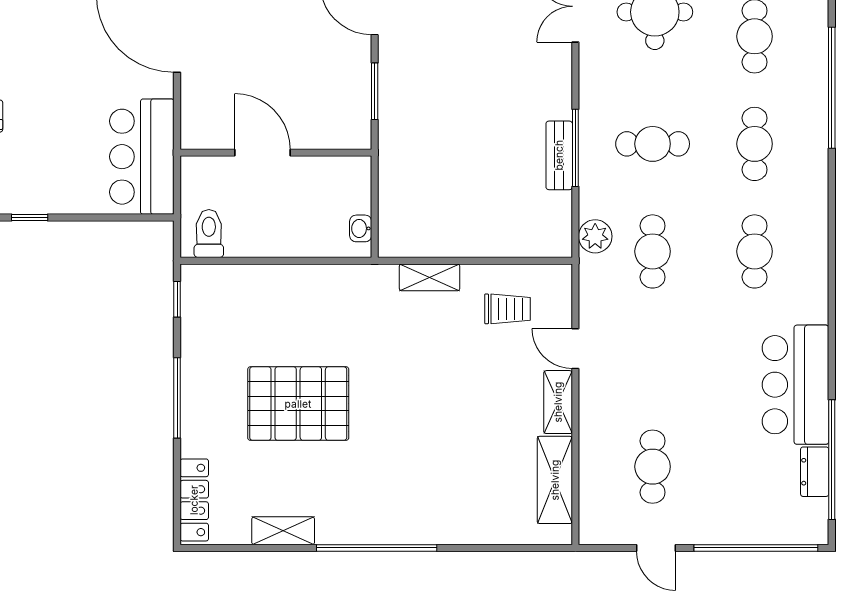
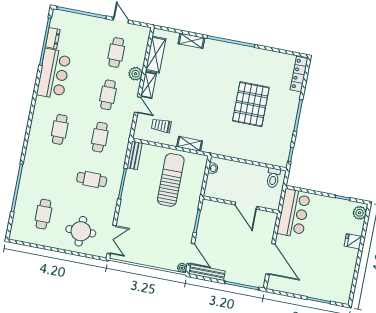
cafe table: (755, 144) -> (108, 95), moved
bench: (559, 155) -> (134, 155), moved
sun lounger: (459, 180) -> (171, 180), added
plant: (595, 236) -> (136, 74), moved
pallet: (298, 404) -> (251, 104), turned 90
shelving: (283, 531) -> (191, 41), moved

